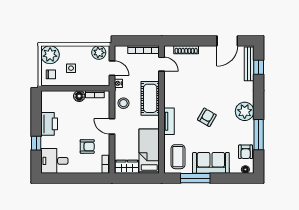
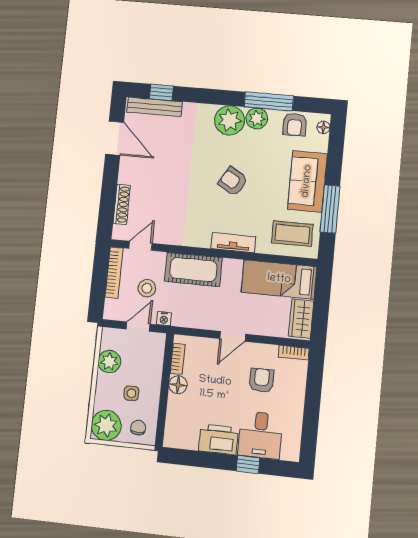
plant: (99, 53) -> (109, 362), moved
stool: (123, 103) -> (147, 288), moved
plant: (247, 128) -> (257, 118), added
armchair: (246, 152) -> (295, 124), turned 90
desk: (54, 161) -> (260, 435), moved

